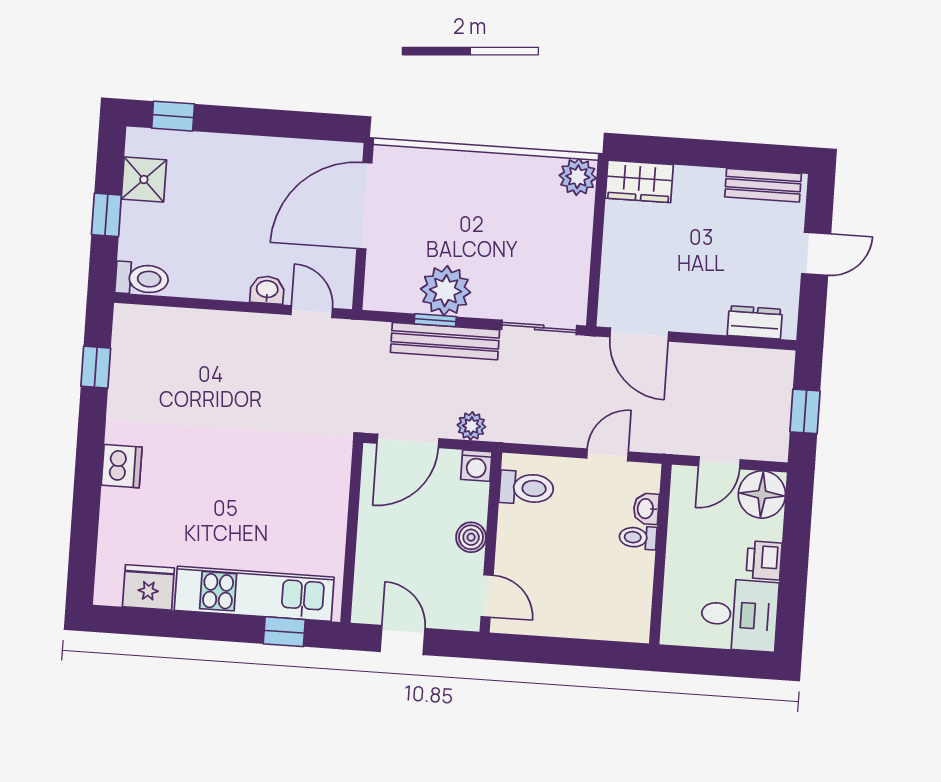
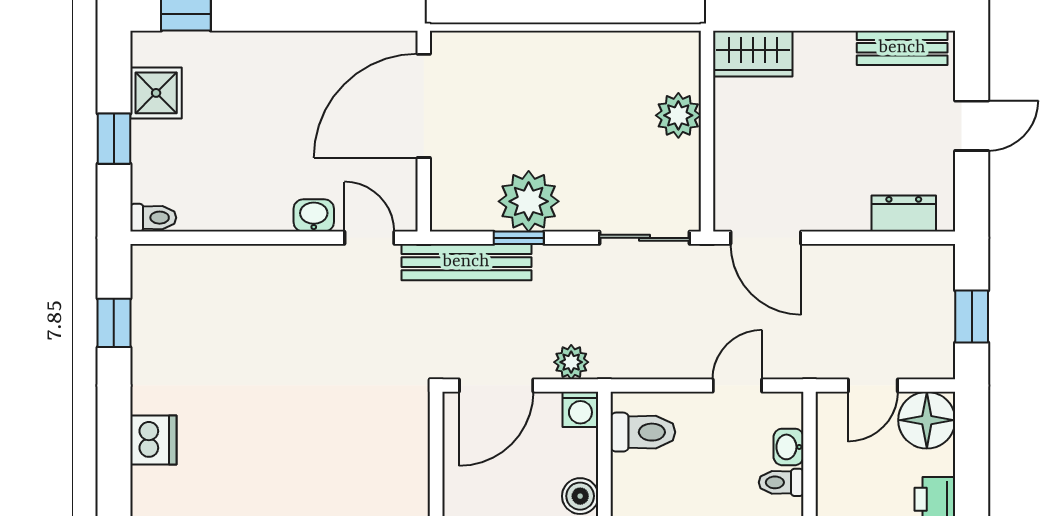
plant: (578, 177) -> (678, 115), moved
toilet: (142, 279) -> (153, 218), width x0.73, depth x0.72
bench: (445, 341) -> (466, 262), moved

